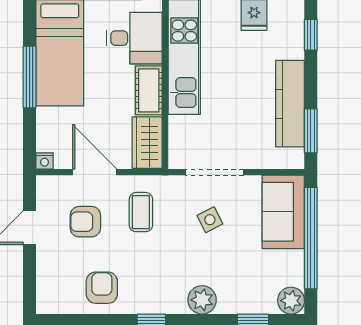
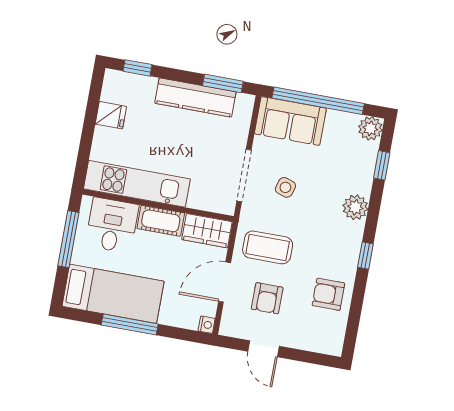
coffee table: (141, 212) -> (268, 247), width x1.36, depth x1.30
side table: (210, 220) -> (285, 187), turned 45

